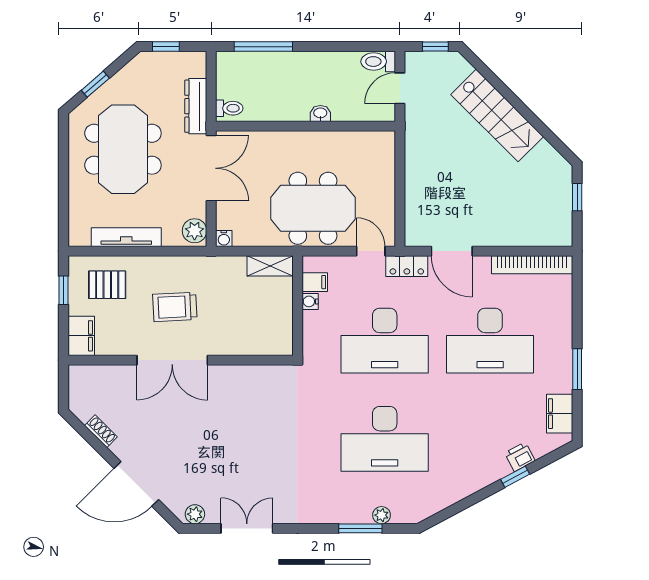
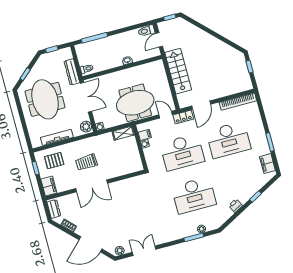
stairs: (497, 116) -> (178, 71), moved, turned -135
door: (452, 251) -> (201, 105), hinge flipped
dresser: (79, 387) -> (54, 209), added
printer: (520, 457) -> (235, 206), moved

